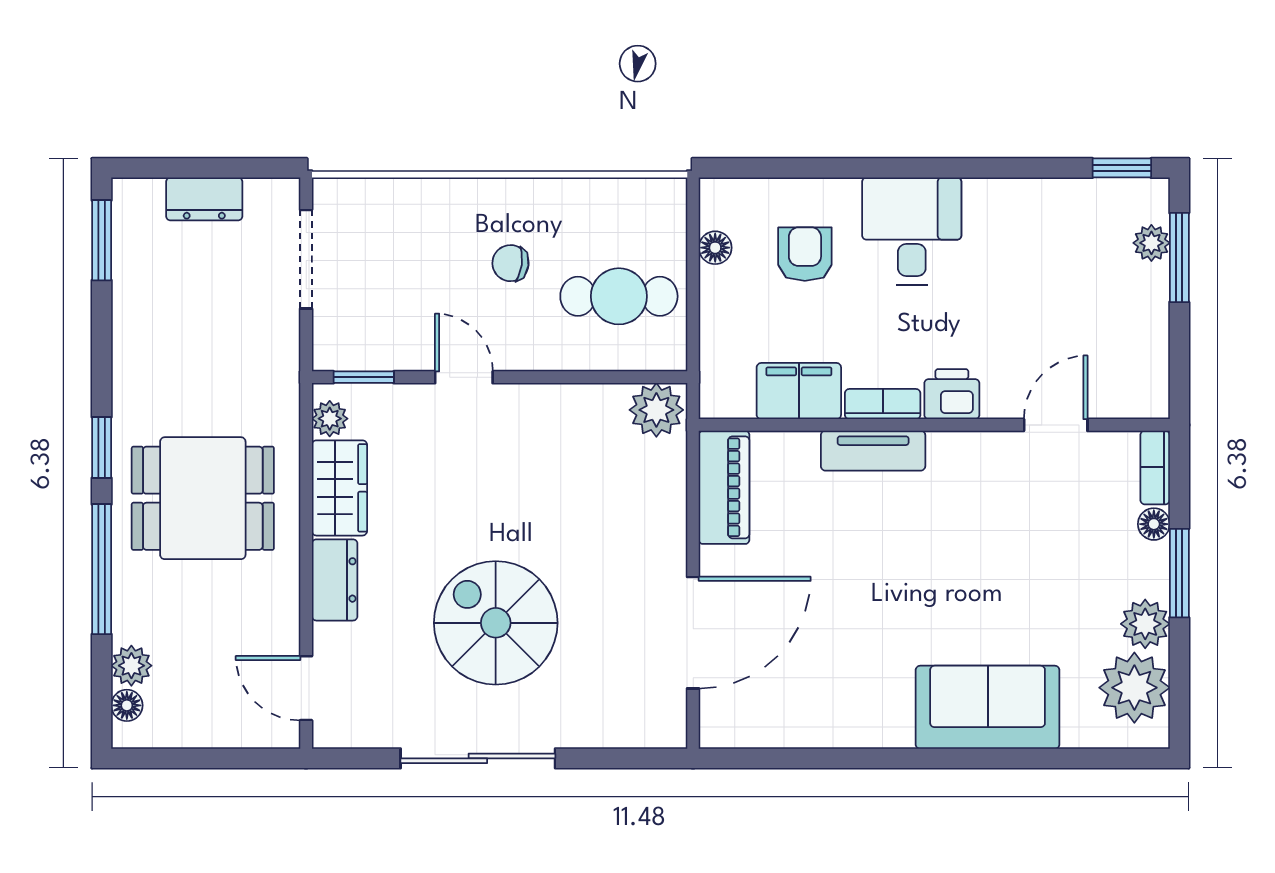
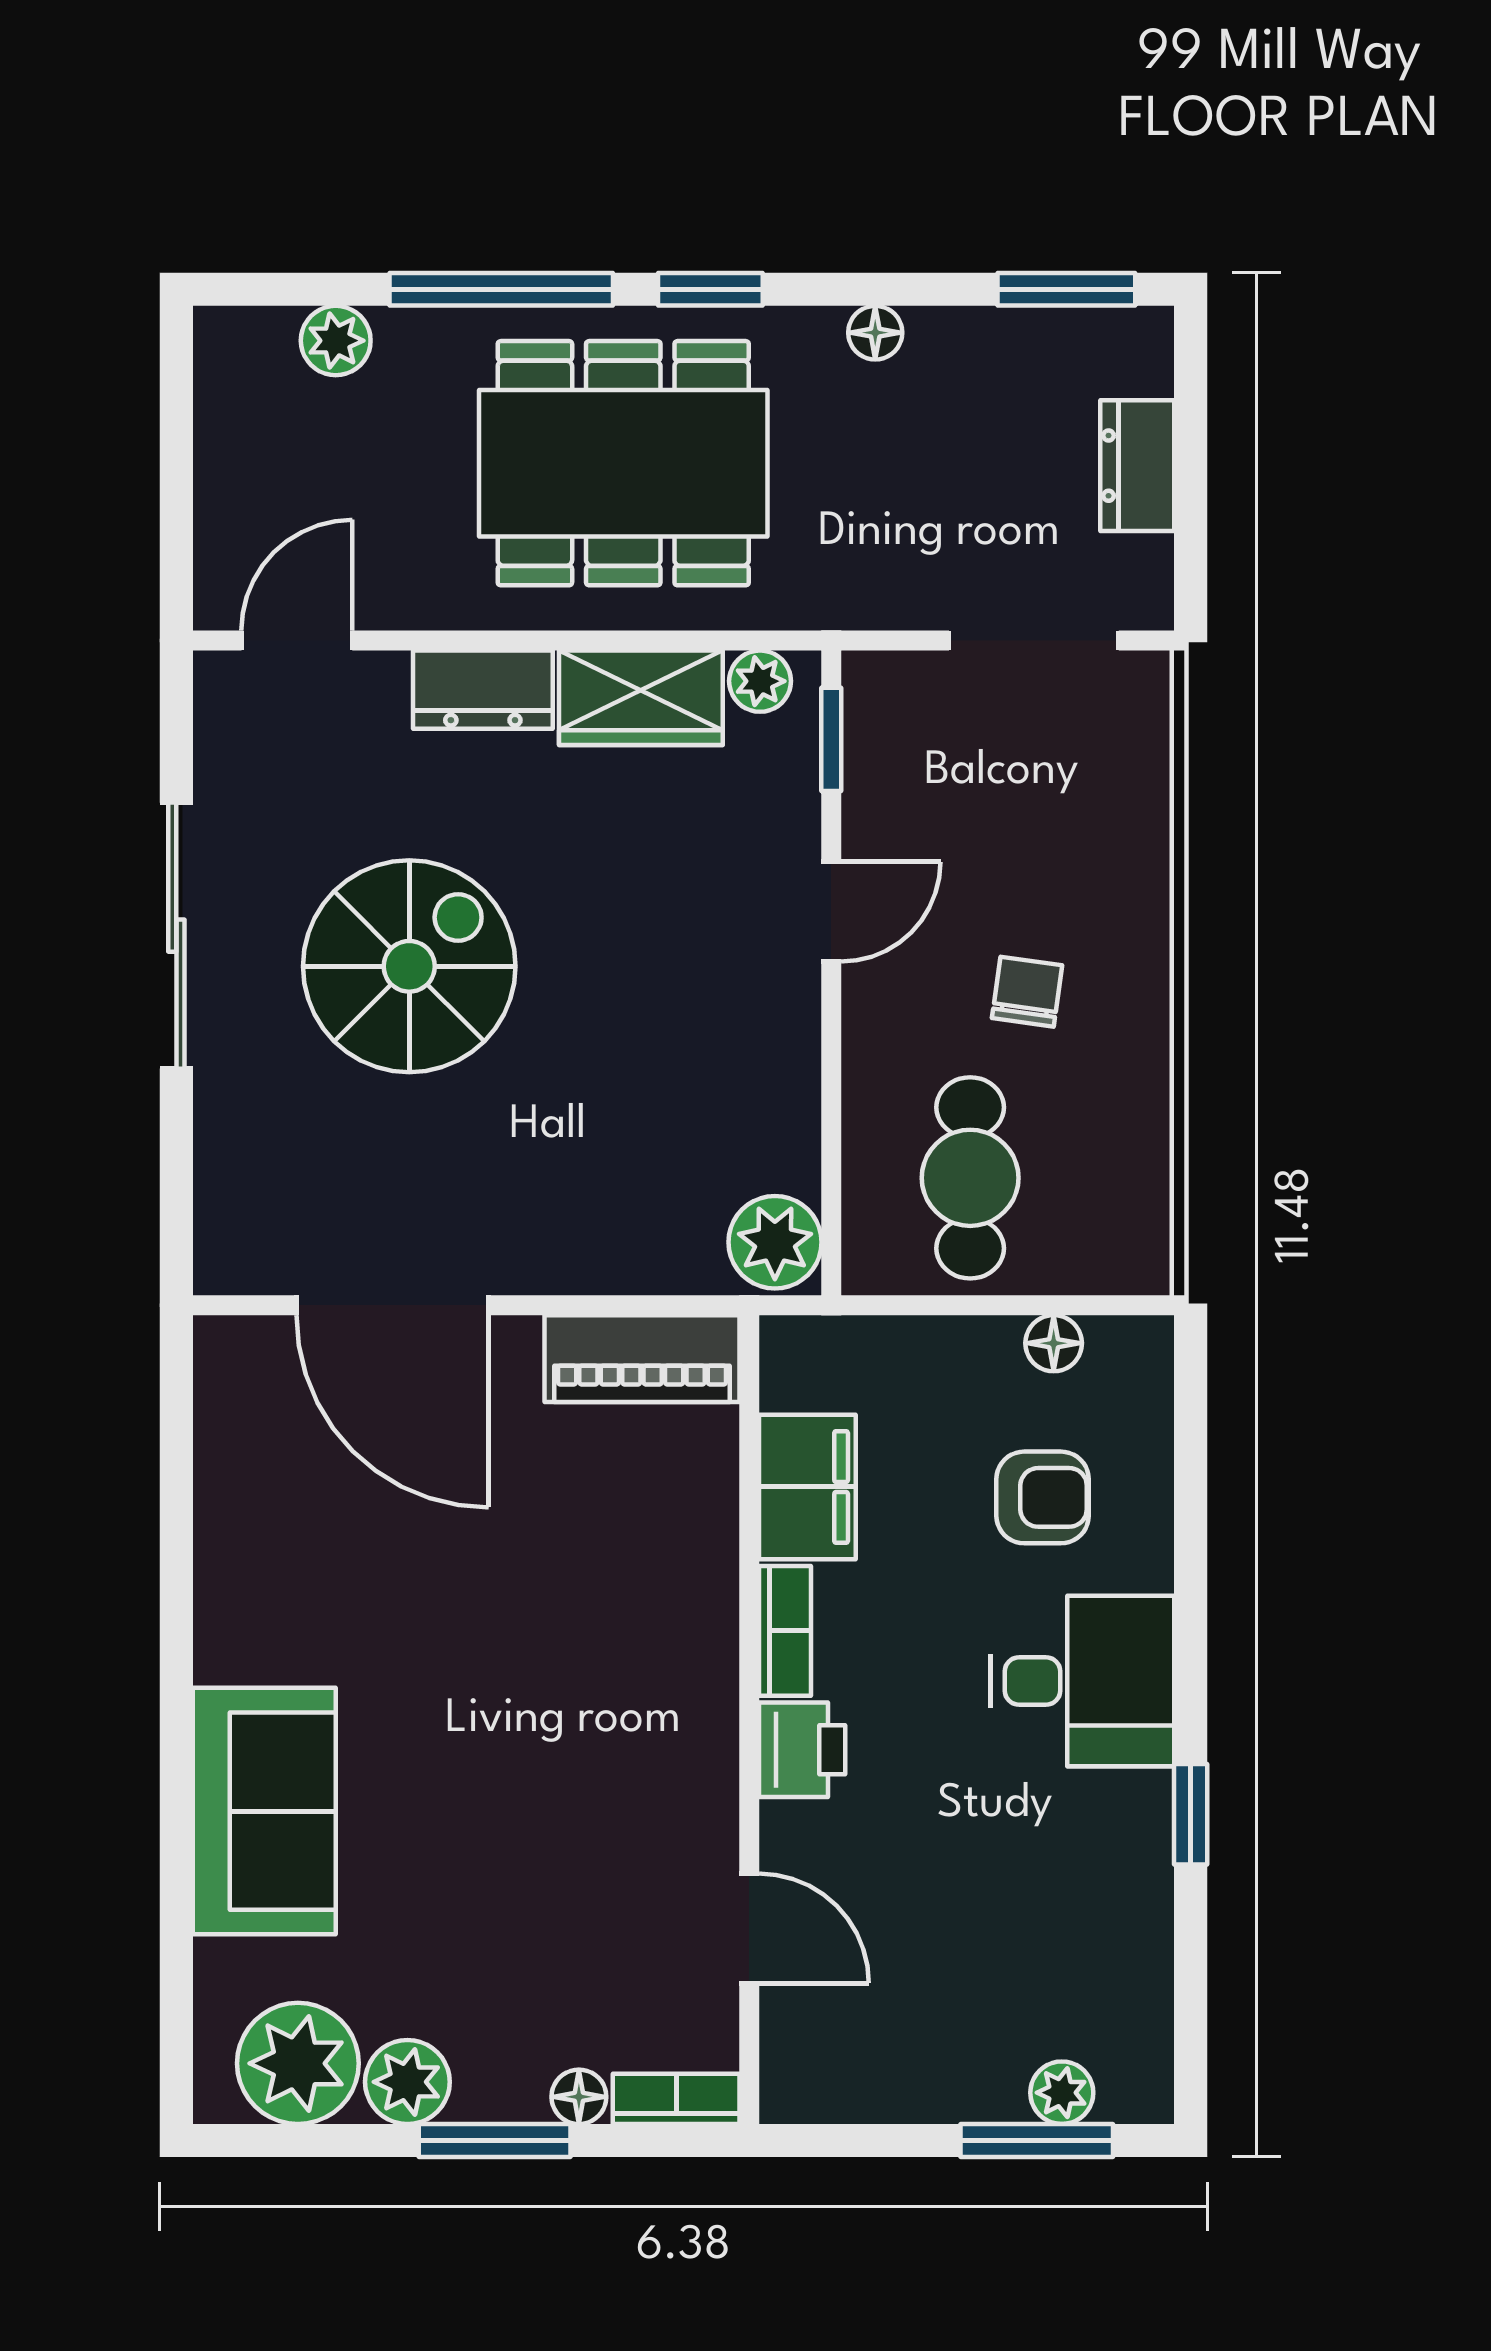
window: (1122, 168) -> (1191, 1814), moved
tv unit: (873, 451) -> (705, 1614), removed
dining table: (203, 498) -> (623, 463), width x1.38
floor lamp: (127, 705) -> (875, 333), moved

